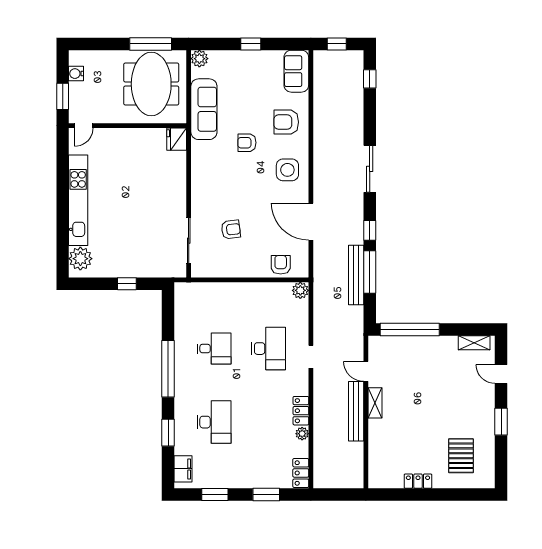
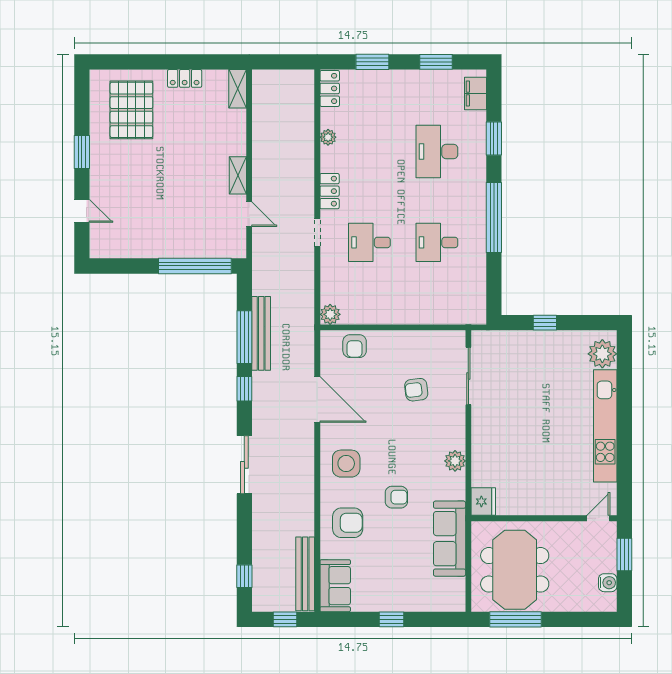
plant: (199, 59) -> (455, 461), moved
shelving: (474, 343) -> (238, 89), moved, turned 90
desk: (269, 349) -> (369, 242), width x0.73
locker: (301, 411) -> (330, 191), moved
bench: (356, 411) -> (305, 574), moved
pallet: (461, 456) -> (131, 110), width x1.37, depth x1.41

